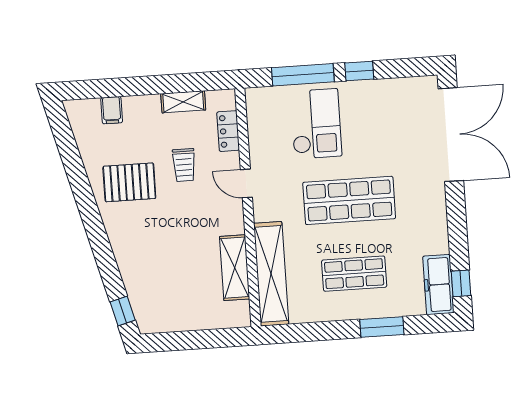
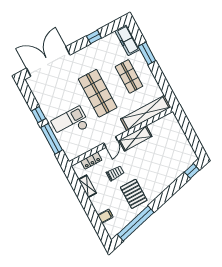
window: (72, 161) -> (136, 223), added
shelving: (235, 268) -> (135, 138), moved
window: (461, 283) -> (94, 37), moved
freezer: (438, 285) -> (127, 40), moved, turned 90

